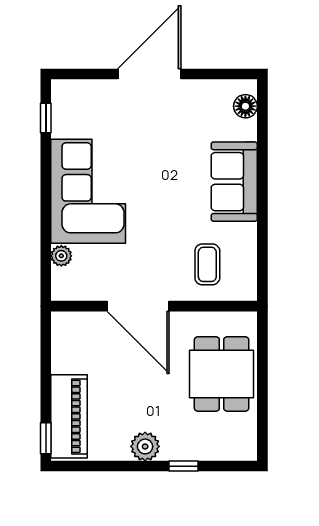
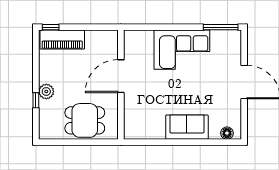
window: (46, 118) -> (221, 27), width x2.17
plant: (61, 256) -> (148, 35), removed
coffee table: (207, 264) -> (143, 113), removed
plant: (145, 446) -> (46, 91), moved

